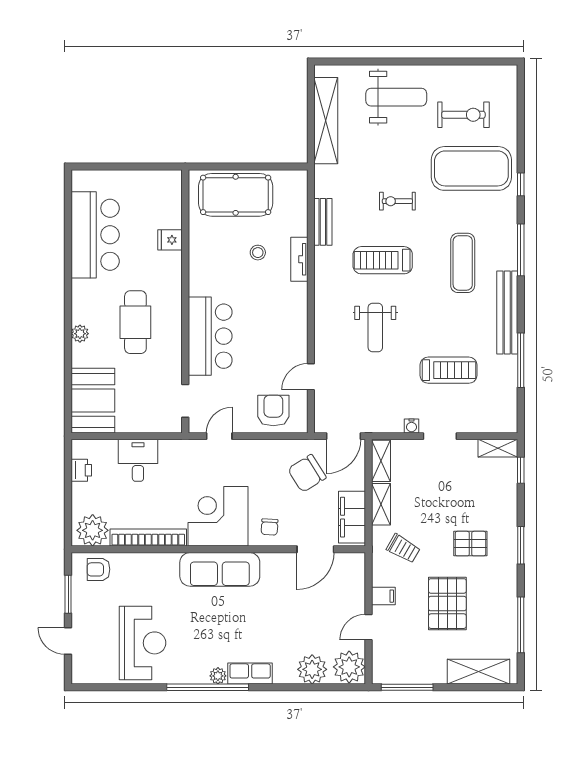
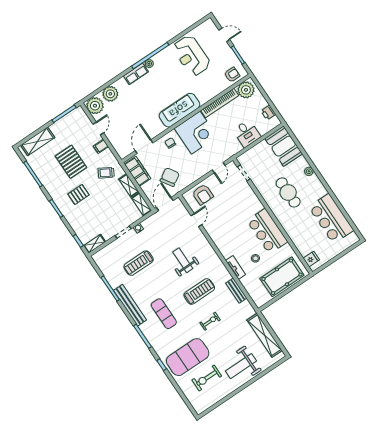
fridge: (170, 240) -> (311, 259), moved
bar counter: (210, 336) -> (267, 231), moved

